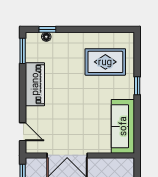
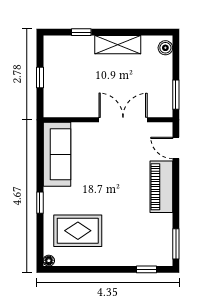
floor lamp: (46, 37) -> (49, 261), moved
piano: (35, 84) -> (161, 187), moved

